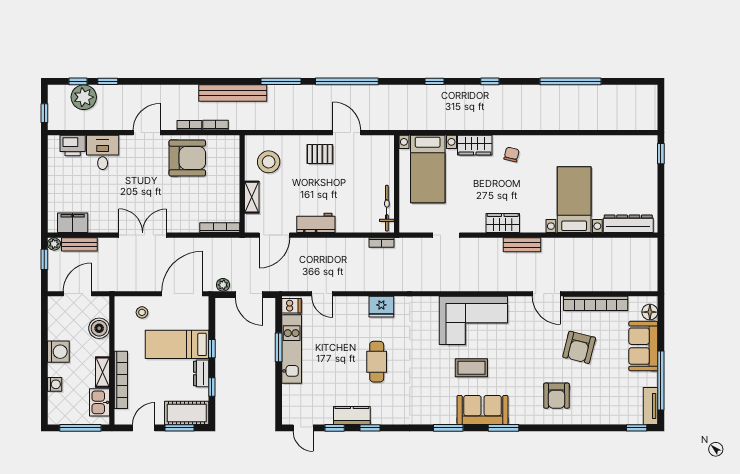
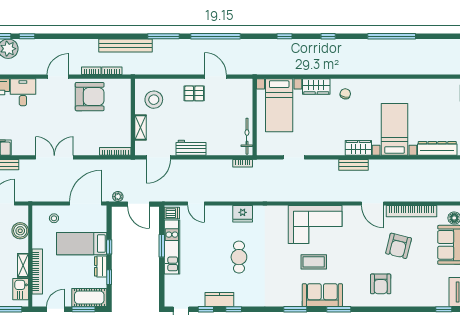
wardrobe: (503, 223) -> (358, 148), moved

